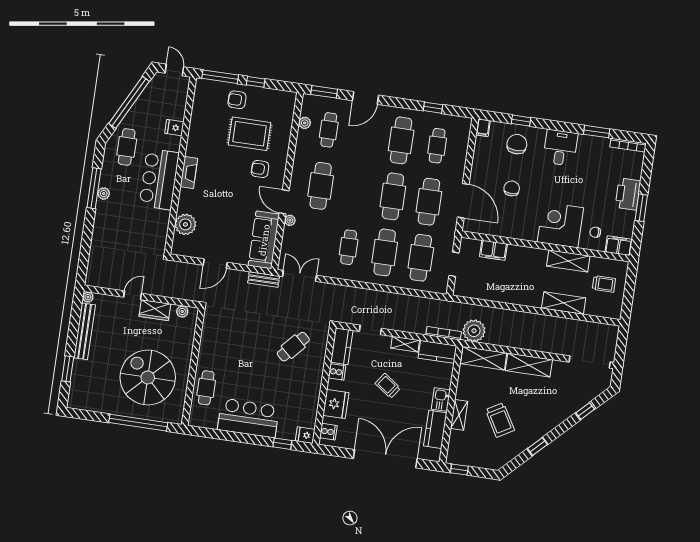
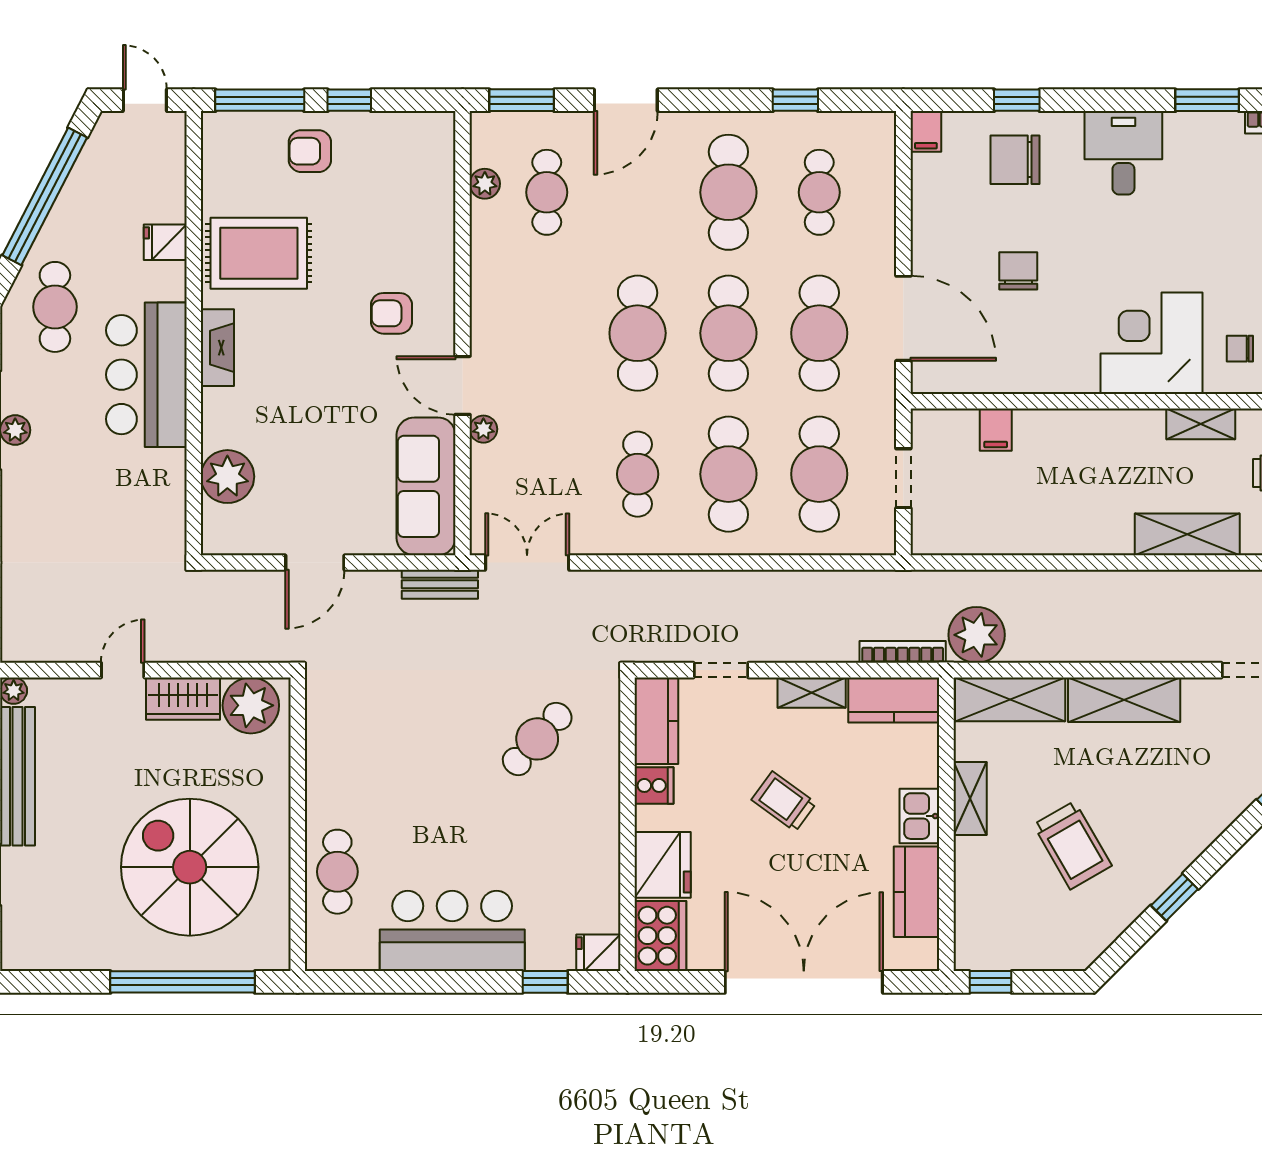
rug: (249, 134) -> (259, 253), moved
chair: (517, 144) -> (1015, 160), turned -90
cafe table: (321, 186) -> (638, 333), moved
filing cabinet: (493, 250) -> (996, 430), width x0.50
shelving: (568, 261) -> (1201, 424), width x0.67, depth x0.75
plant: (182, 311) -> (251, 705), width x1.87, depth x1.87
shelving: (459, 415) -> (970, 799), moved
cooker: (328, 432) -> (660, 936), width x1.87, depth x1.31

